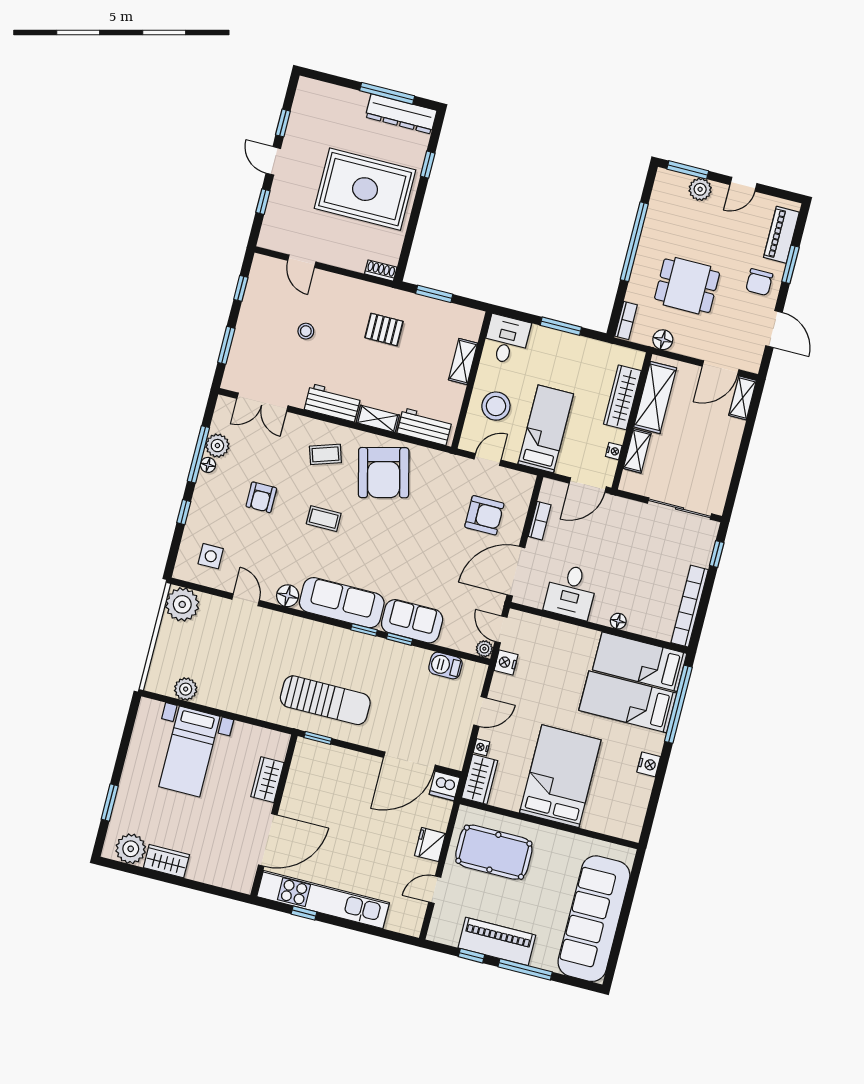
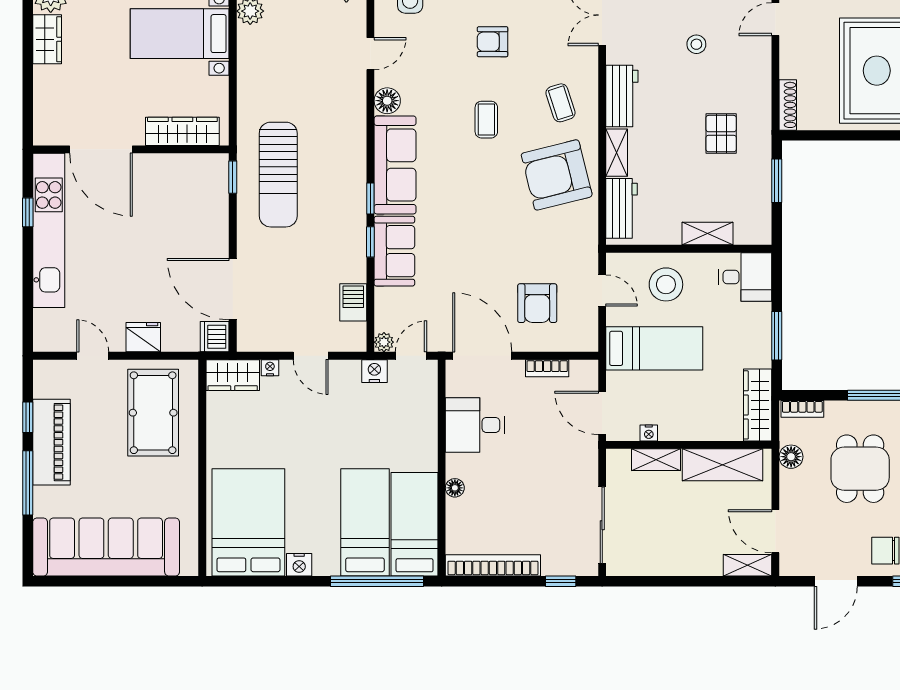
shoe rack: (381, 271) -> (788, 105), width x1.43
wardrobe: (622, 397) -> (758, 405), moved, turned -90
bed: (560, 776) -> (248, 522), moved, turned -90
wardrobe: (267, 780) -> (182, 131), width x1.50

